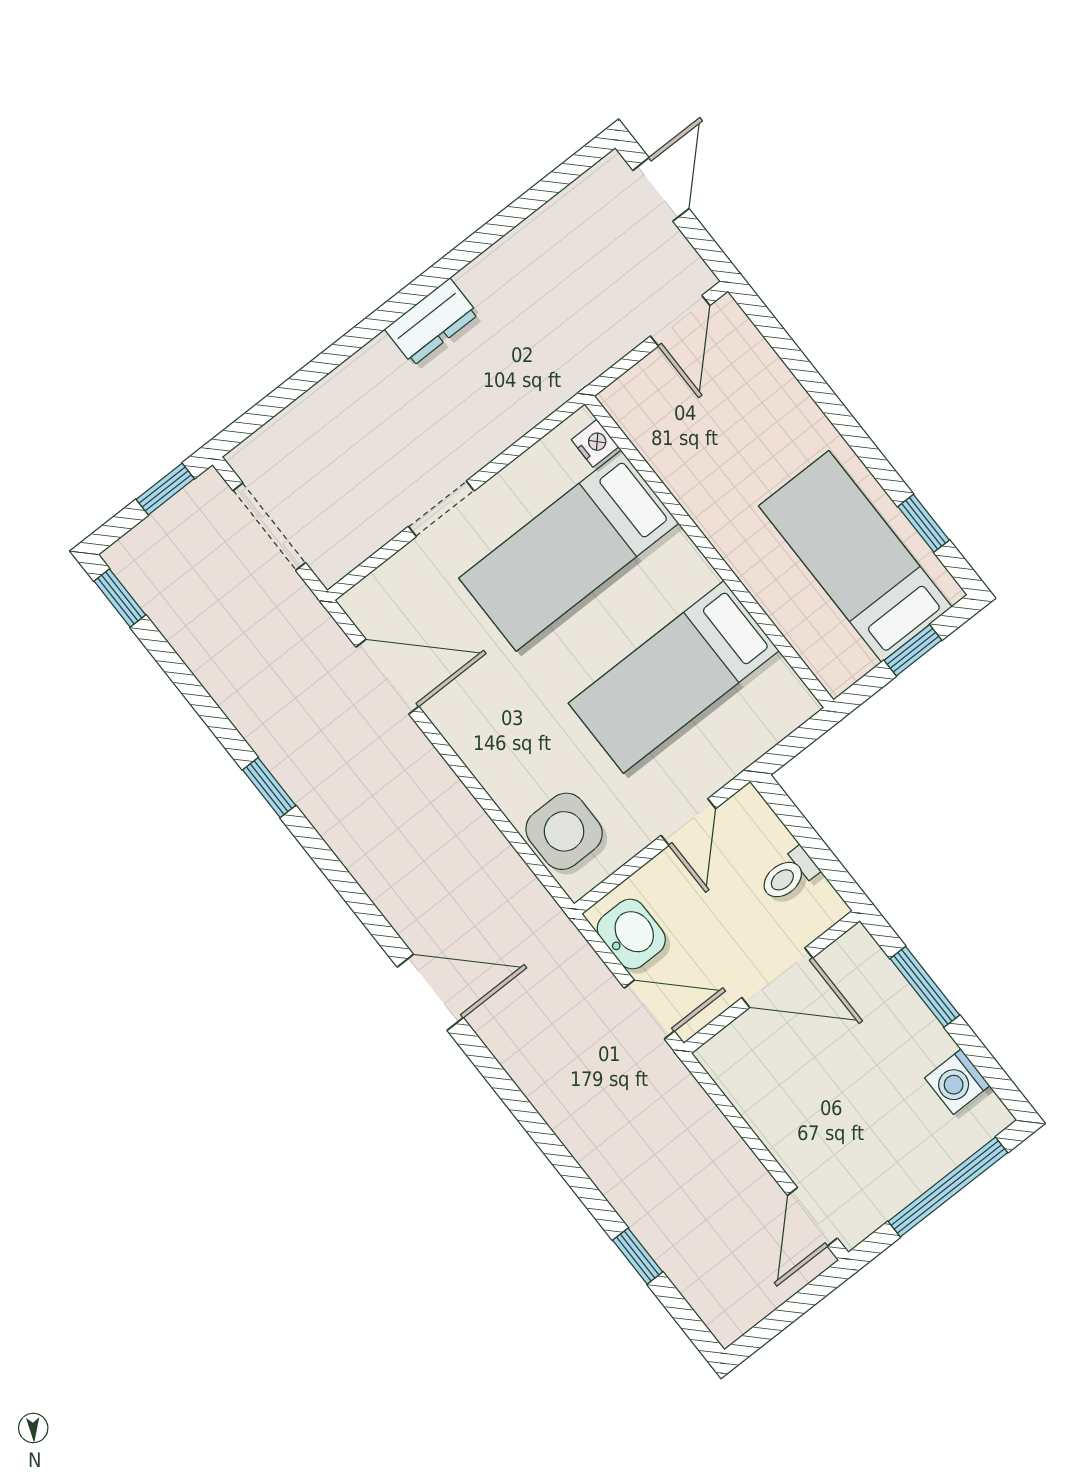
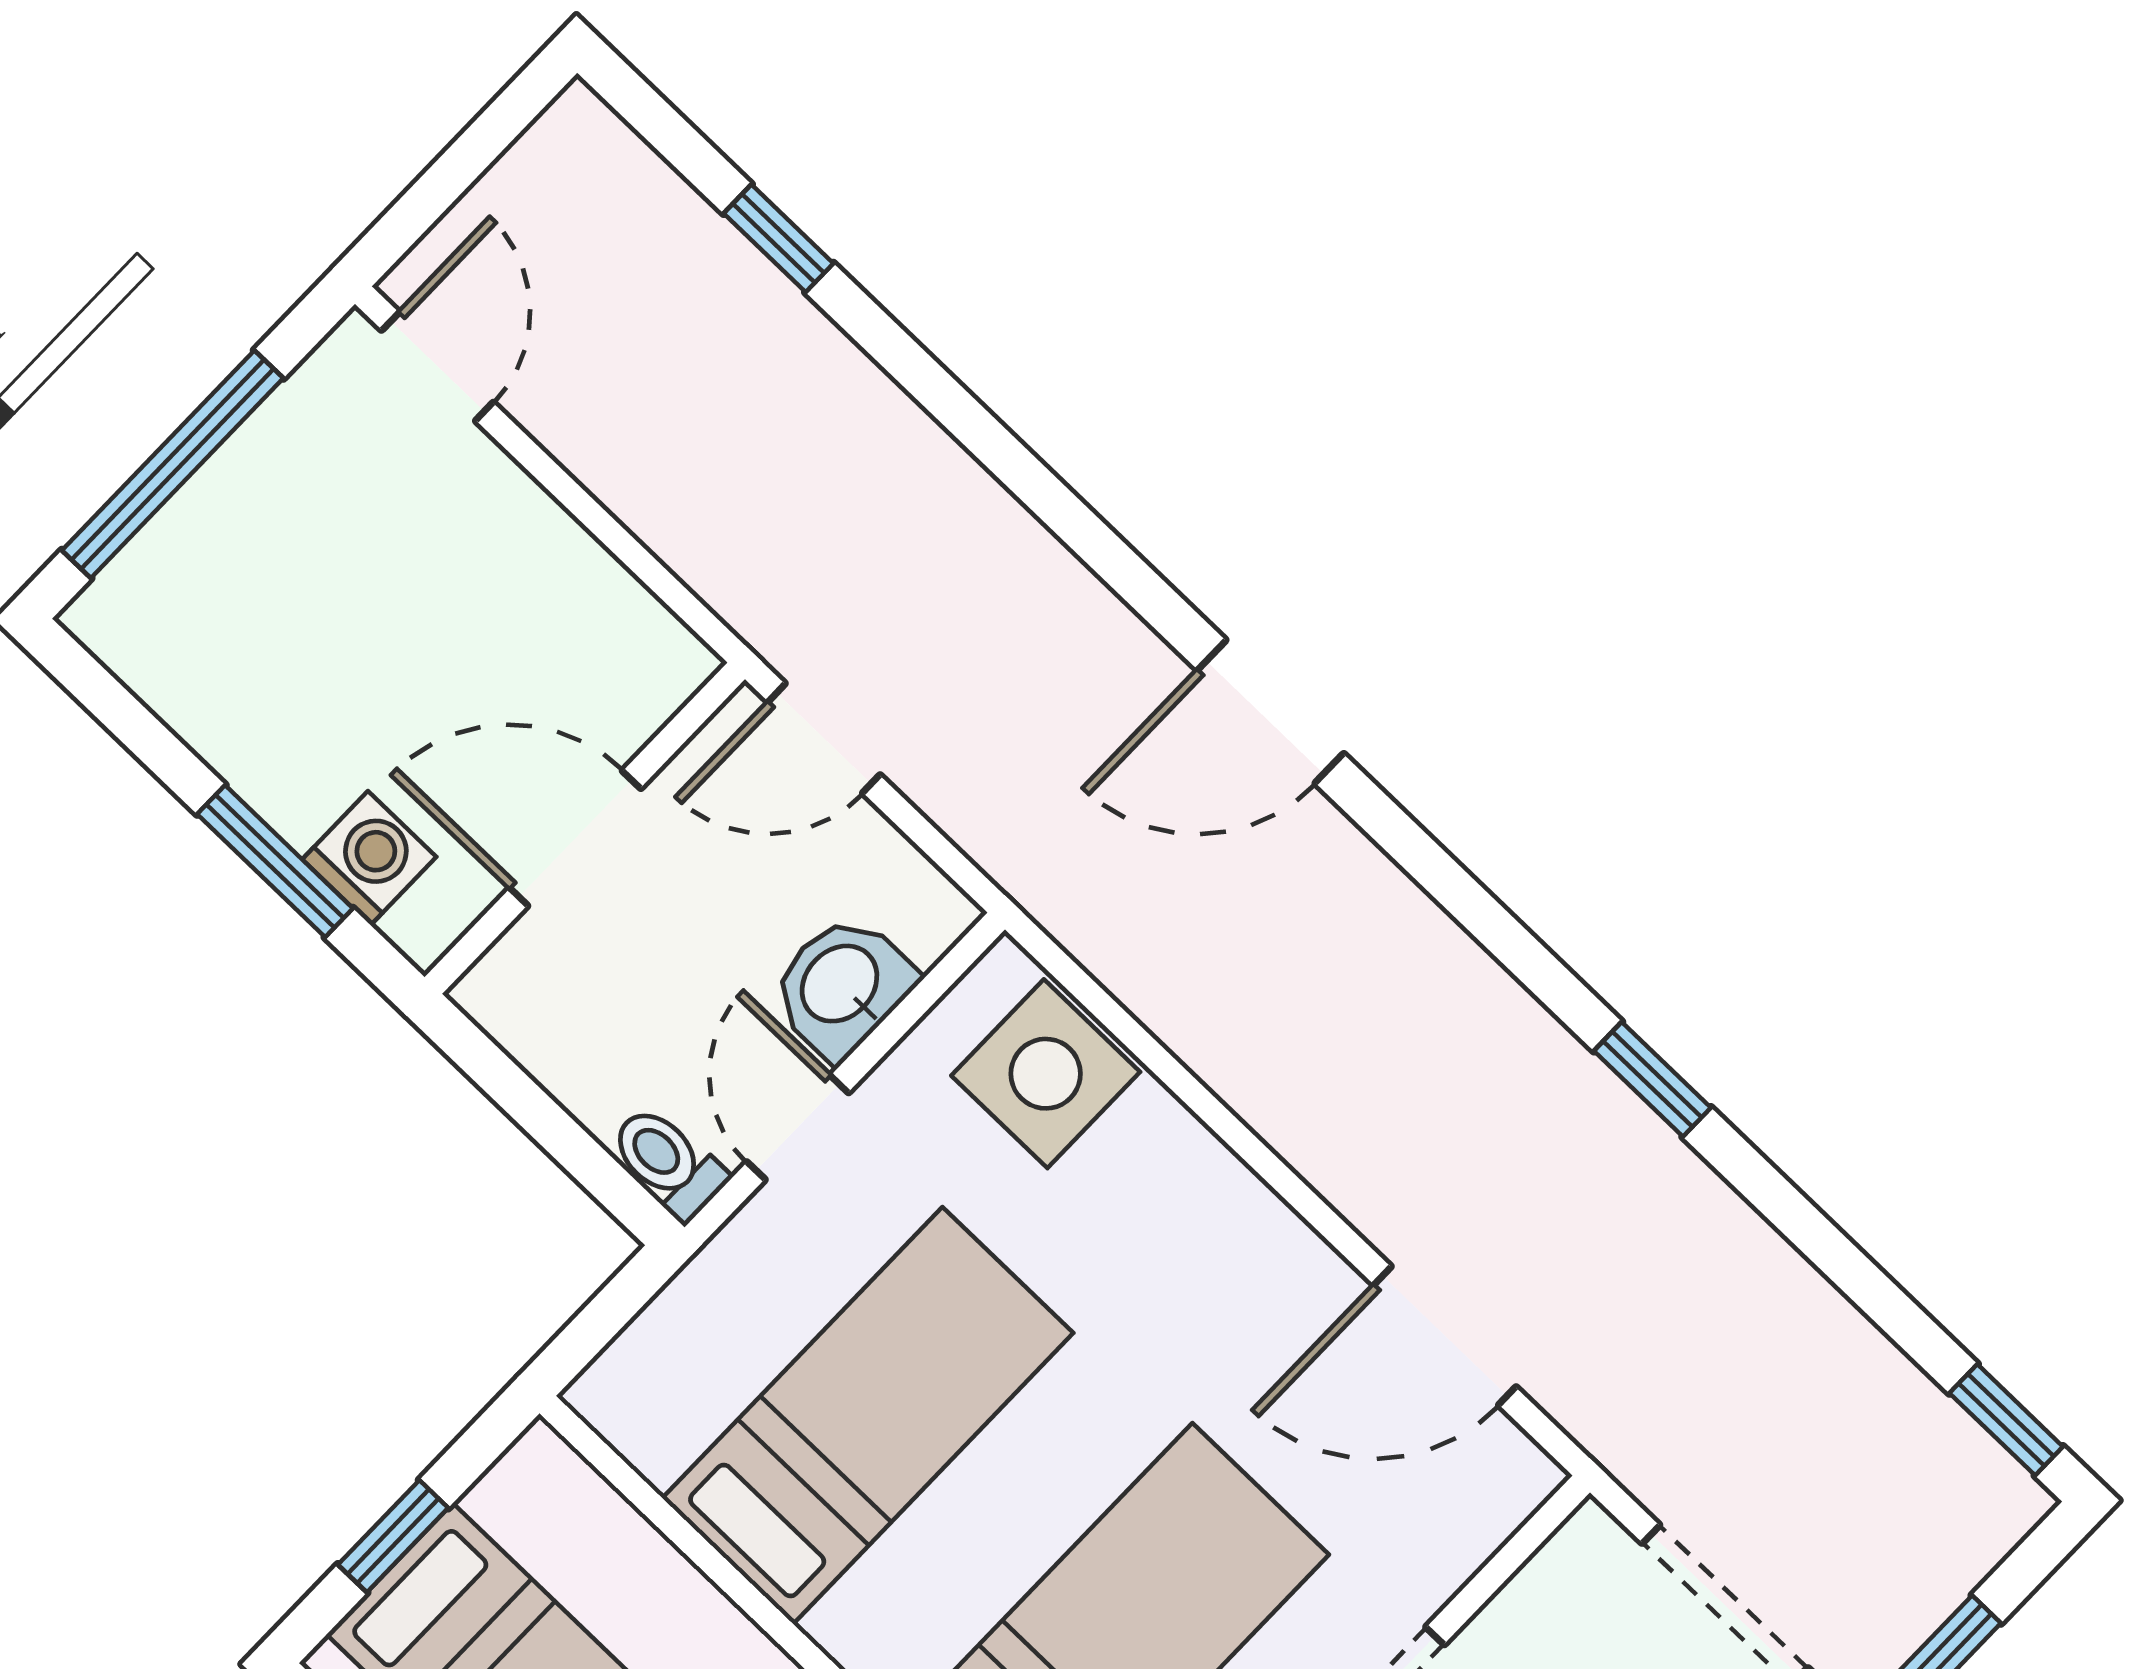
toilet: (789, 875) -> (668, 1162), moved, turned -90
washbasin: (631, 934) -> (842, 986), moved, turned 90
washing machine: (957, 1082) -> (369, 858), moved

